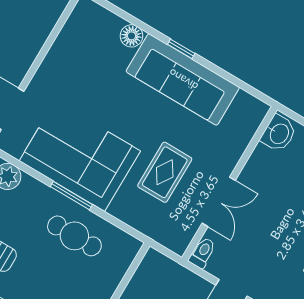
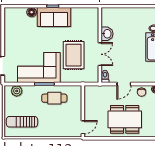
sofa: (183, 80) -> (54, 17), width x0.73
washbasin: (279, 133) -> (107, 34), moved
rug: (165, 172) -> (74, 55), width x1.36, depth x1.43

